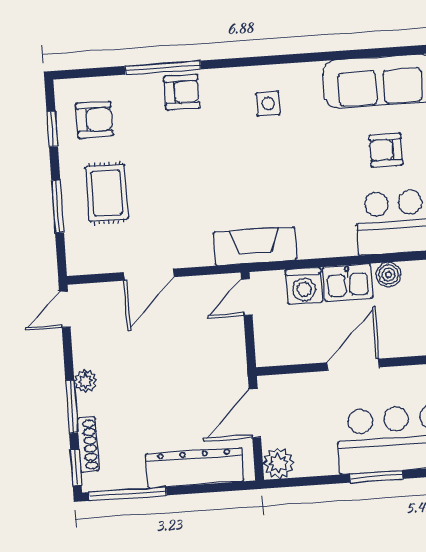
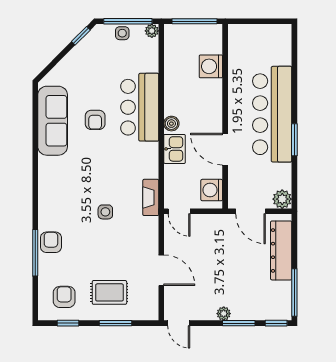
side table: (268, 104) -> (105, 212), moved
fireplace: (255, 246) -> (151, 197), width x0.73, depth x0.76
washing machine: (304, 286) -> (212, 190), moved, turned 180
shoe rack: (88, 445) -> (263, 315), removed

